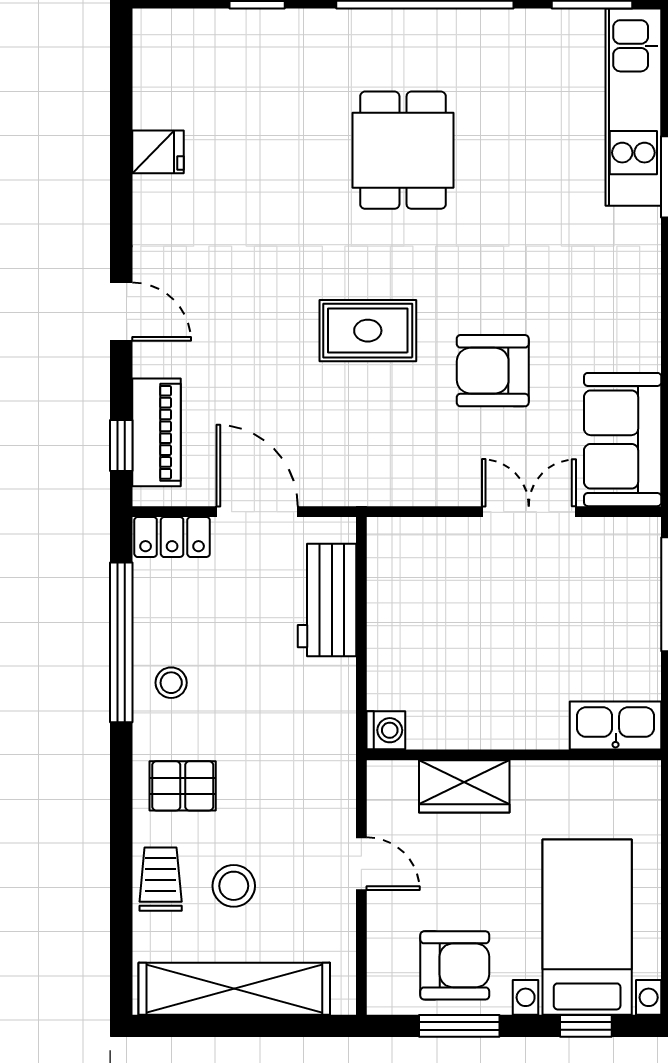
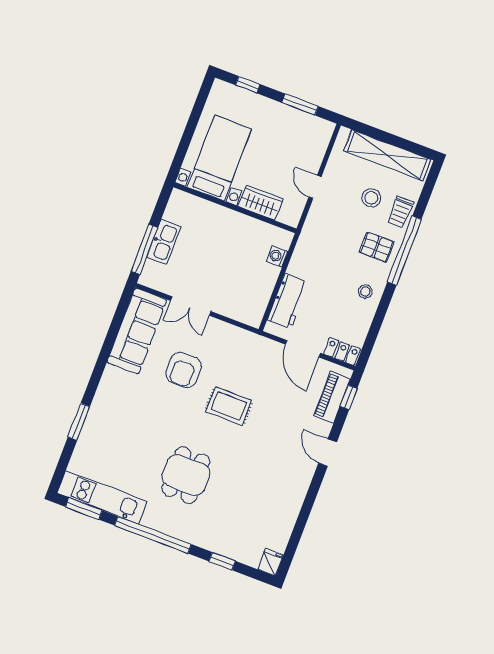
kitchen unit: (633, 107) -> (102, 497), moved, turned -90
fridge: (158, 152) -> (271, 562), moved, turned 90
armchair: (493, 371) -> (183, 370), turned 90
sofa: (623, 440) -> (137, 331), width x1.36
window: (121, 642) -> (404, 251), moved
kitchen sink: (616, 725) -> (164, 242), moved, turned -90
washing machine: (386, 730) -> (277, 256), moved
bed with nightstands: (587, 927) -> (219, 158), moved, turned 180
armchair: (455, 965) -> (292, 130), removed

